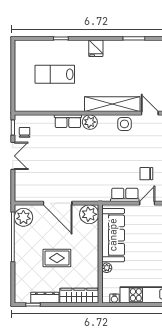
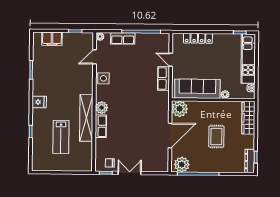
shelving: (112, 104) -> (86, 118), moved
chair: (146, 174) -> (146, 60), removed
dresser: (45, 298) -> (250, 161), moved

